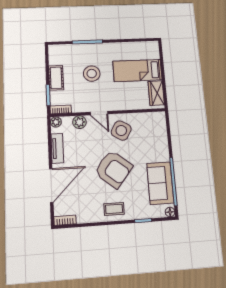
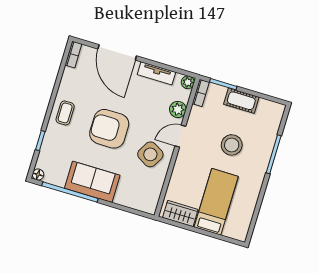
armchair: (114, 169) -> (109, 129), turned 51
sofa: (160, 183) -> (92, 182), moved

